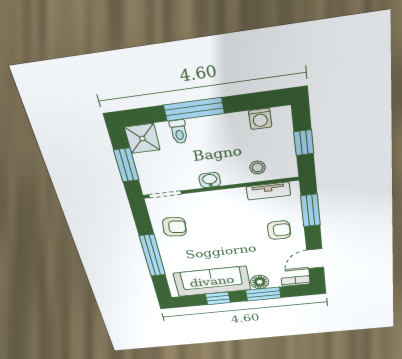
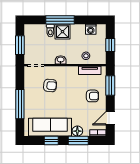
shower: (142, 138) -> (63, 32), moved
armchair: (174, 227) -> (50, 85), moved

